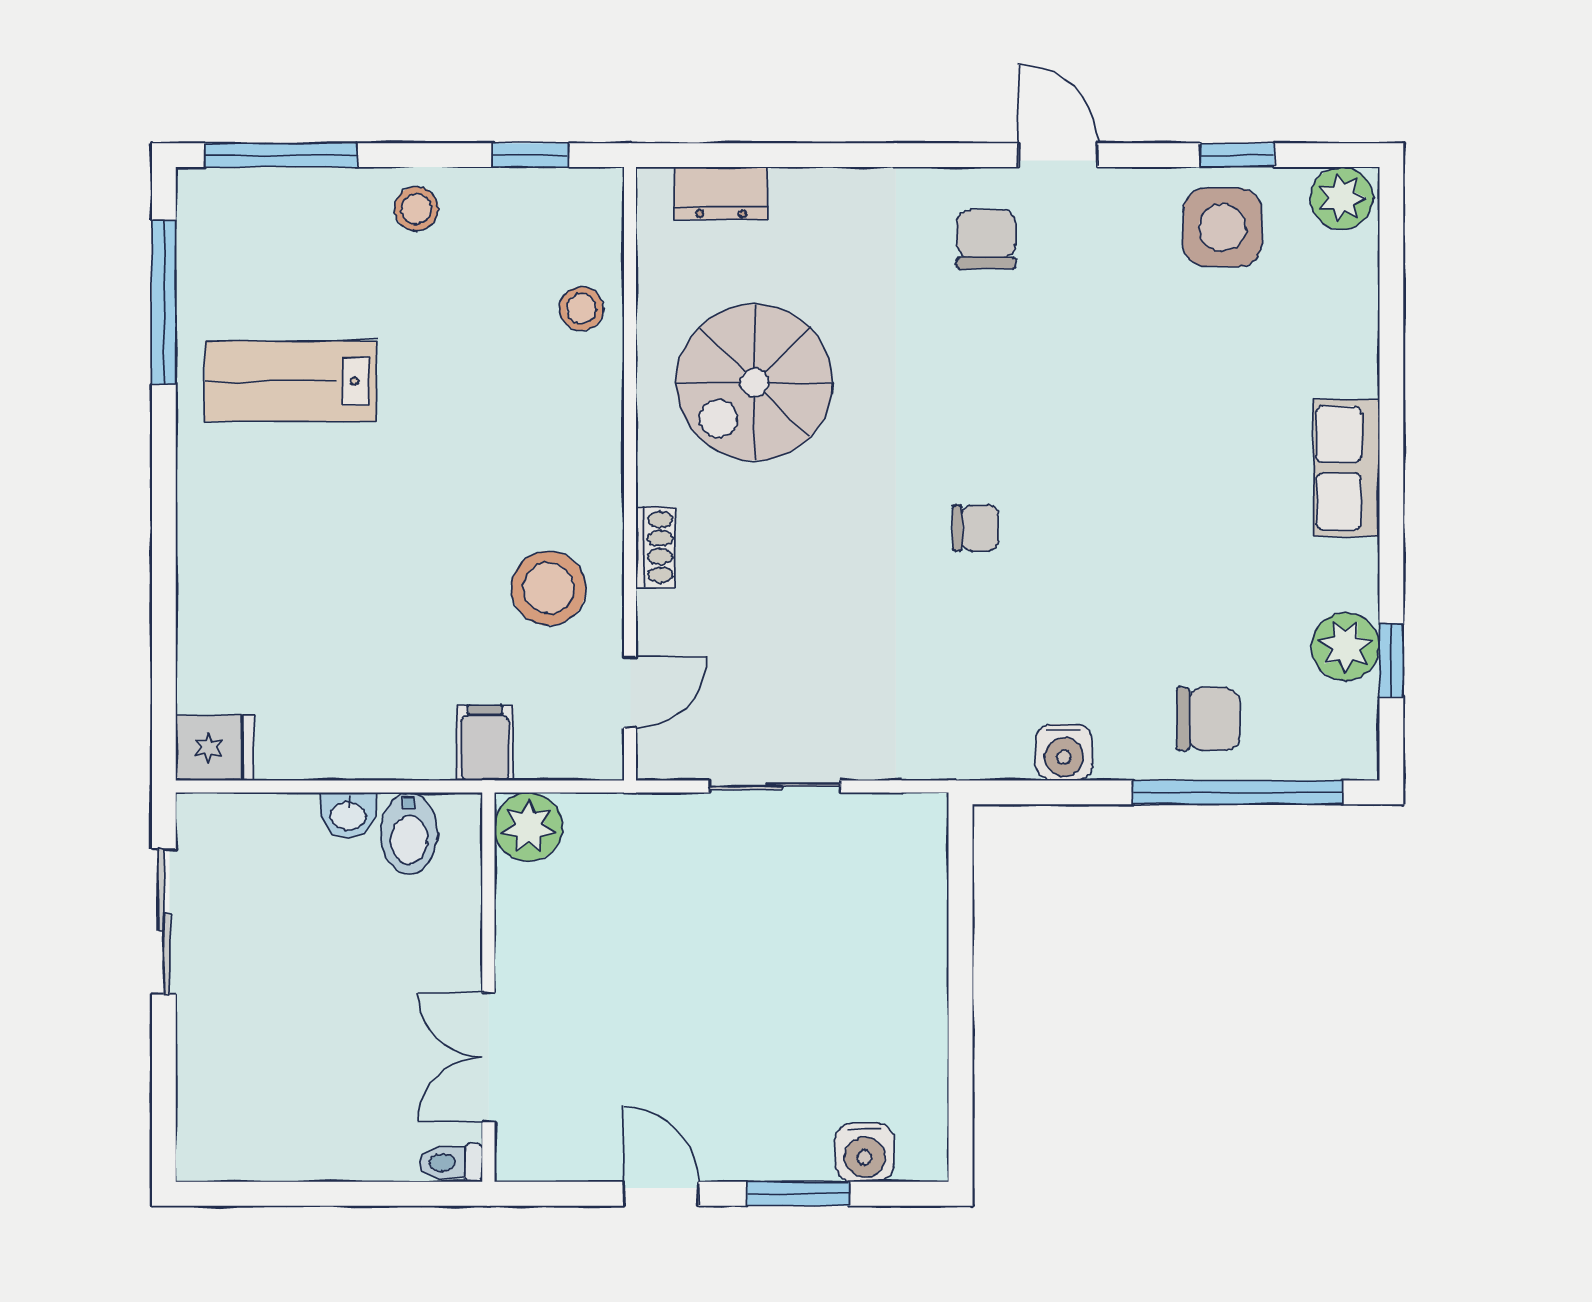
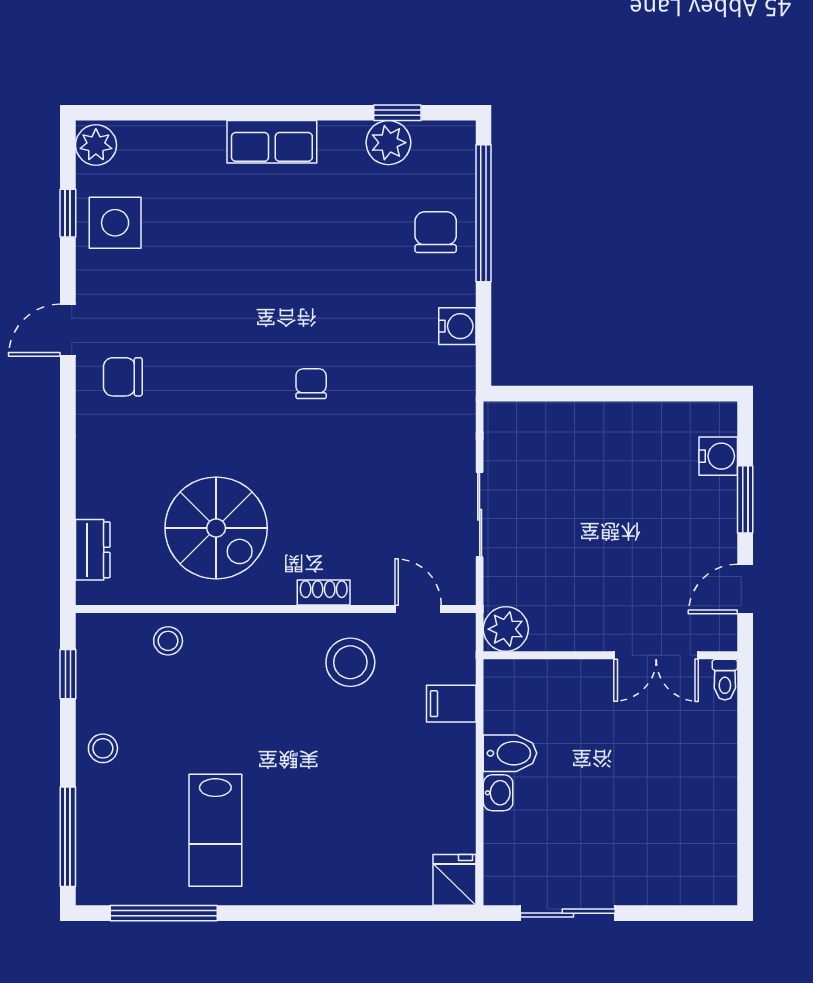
plant: (529, 827) -> (506, 629), moved
wall: (488, 987) -> (610, 655), moved
double door: (488, 1057) -> (656, 655), moved
toilet: (451, 1163) -> (725, 680), moved

